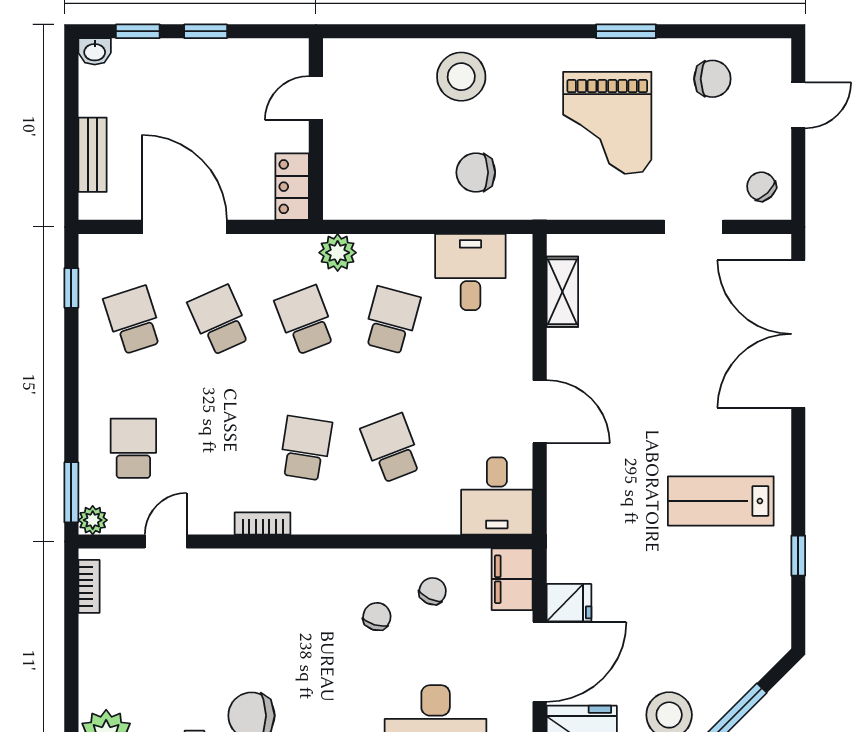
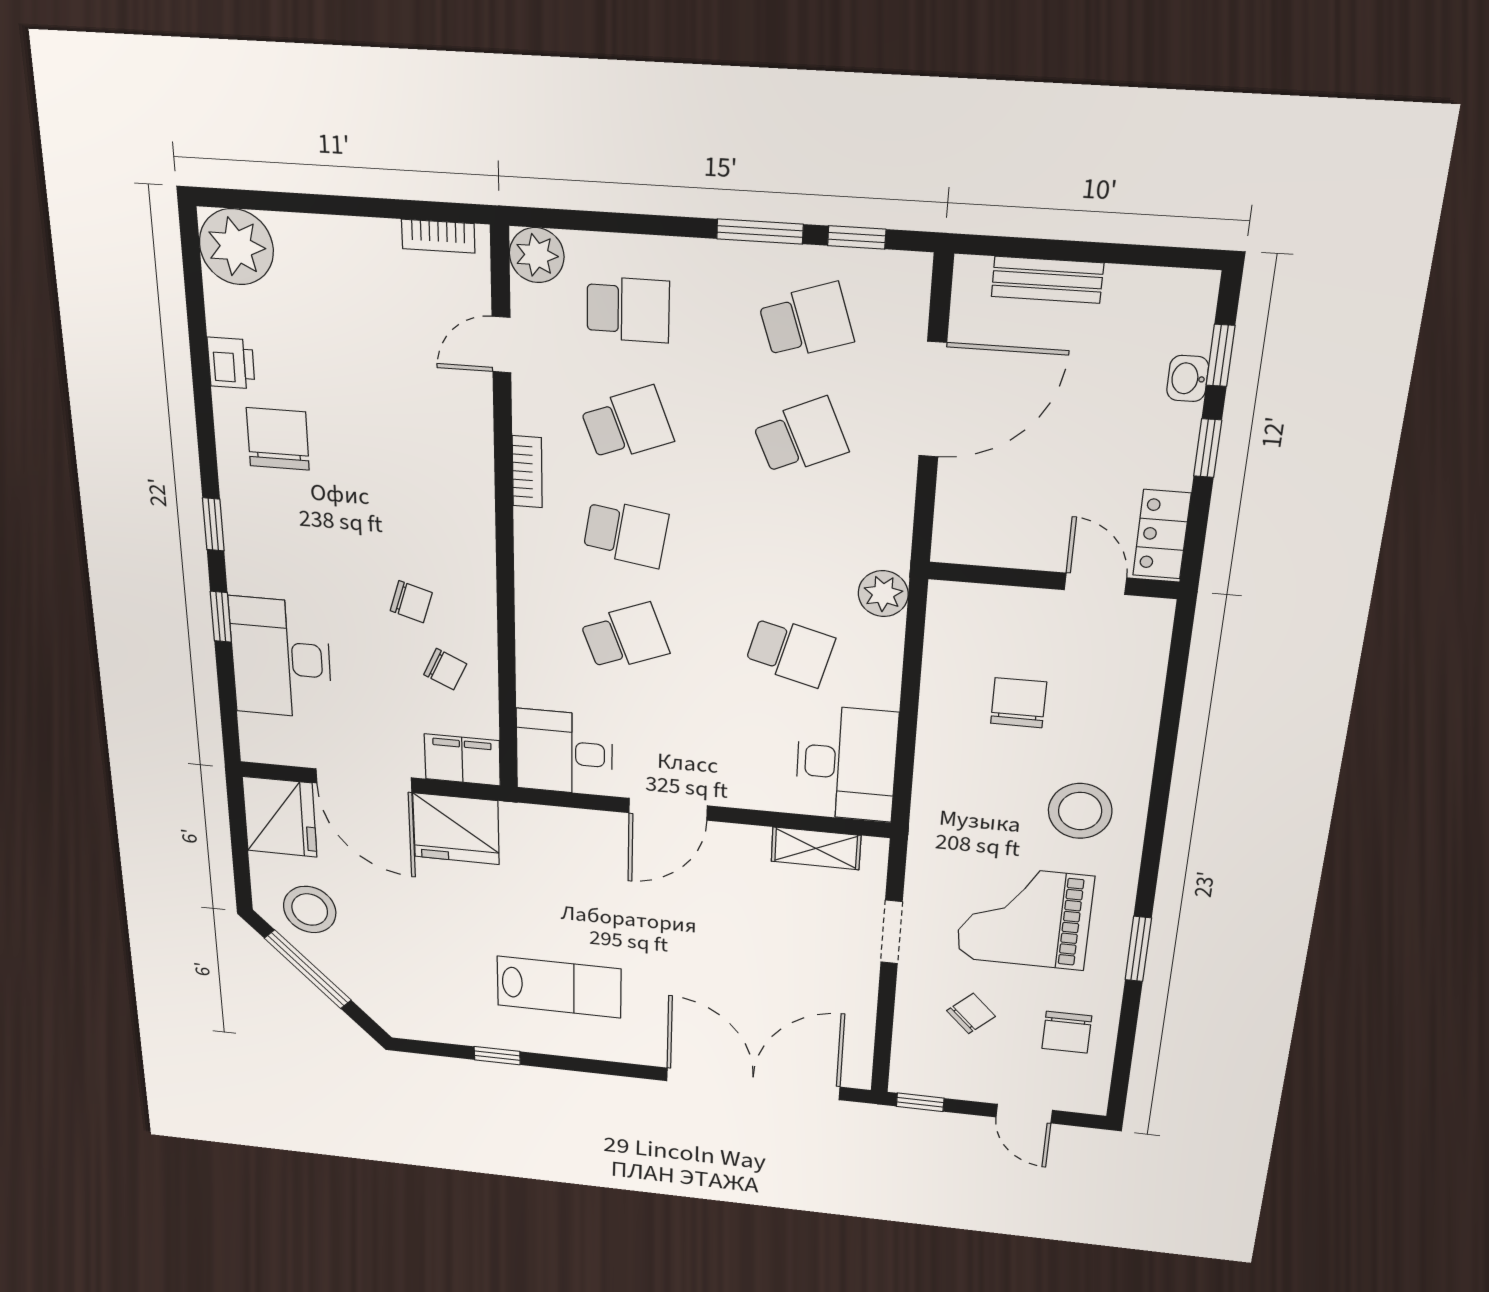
washbasin: (95, 51) -> (1188, 378), moved
stool: (461, 77) -> (1080, 811), moved
chair: (476, 172) -> (1019, 703), moved
chair: (761, 186) -> (971, 1014), moved
locker: (292, 187) -> (1162, 534), moved, turned -90
window: (798, 192) -> (920, 1102), added
doorway: (694, 227) -> (892, 932), moved
desk: (470, 272) -> (846, 763), width x1.37
school desk: (305, 320) -> (627, 424), moved
window: (71, 492) -> (760, 231), moved
lab bench: (721, 501) -> (559, 987), turned 90
plant: (93, 520) -> (537, 255), width x1.38, depth x1.38
door: (166, 542) -> (501, 345), swing flipped
fridge: (569, 603) -> (456, 829), width x1.88, depth x1.34

